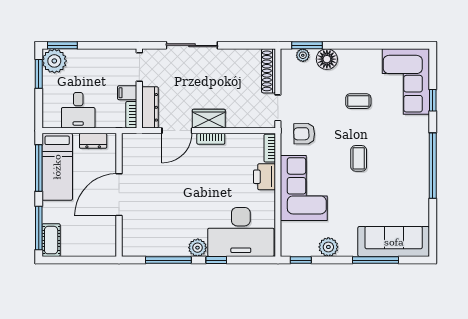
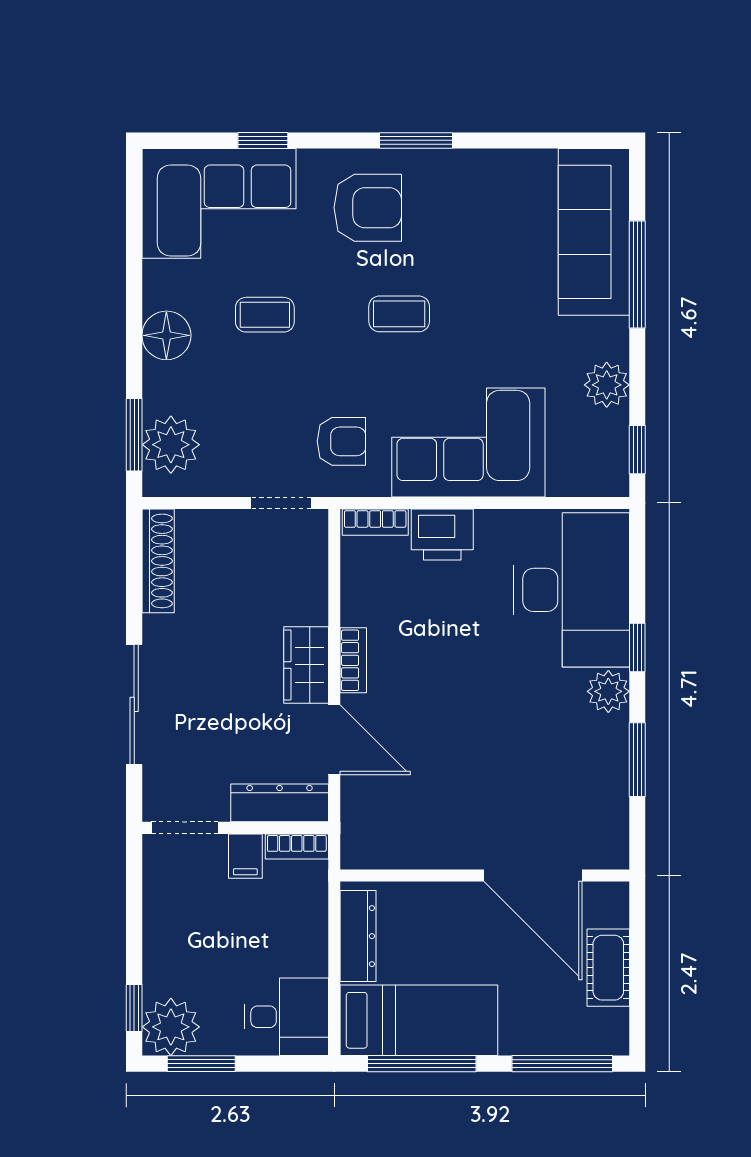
window: (62, 45) -> (134, 1008), width x0.67
plant: (303, 55) -> (171, 445), width x1.88, depth x1.88
floor lamp: (327, 59) -> (166, 335), moved
shoe rack: (269, 71) -> (158, 561), moved, turned -90
coffee table: (358, 101) -> (265, 315), turned 90
desk: (78, 110) -> (286, 1017), moved
armchair: (304, 134) -> (341, 441), turned -89
dresser: (93, 141) -> (358, 936), width x1.44
armchair: (404, 145) -> (368, 208), added
window: (433, 166) -> (416, 140), width x0.47
door: (119, 195) -> (533, 875), moved
cot: (51, 240) -> (608, 968), moved, turned 90
window: (168, 260) -> (637, 760), width x0.69

